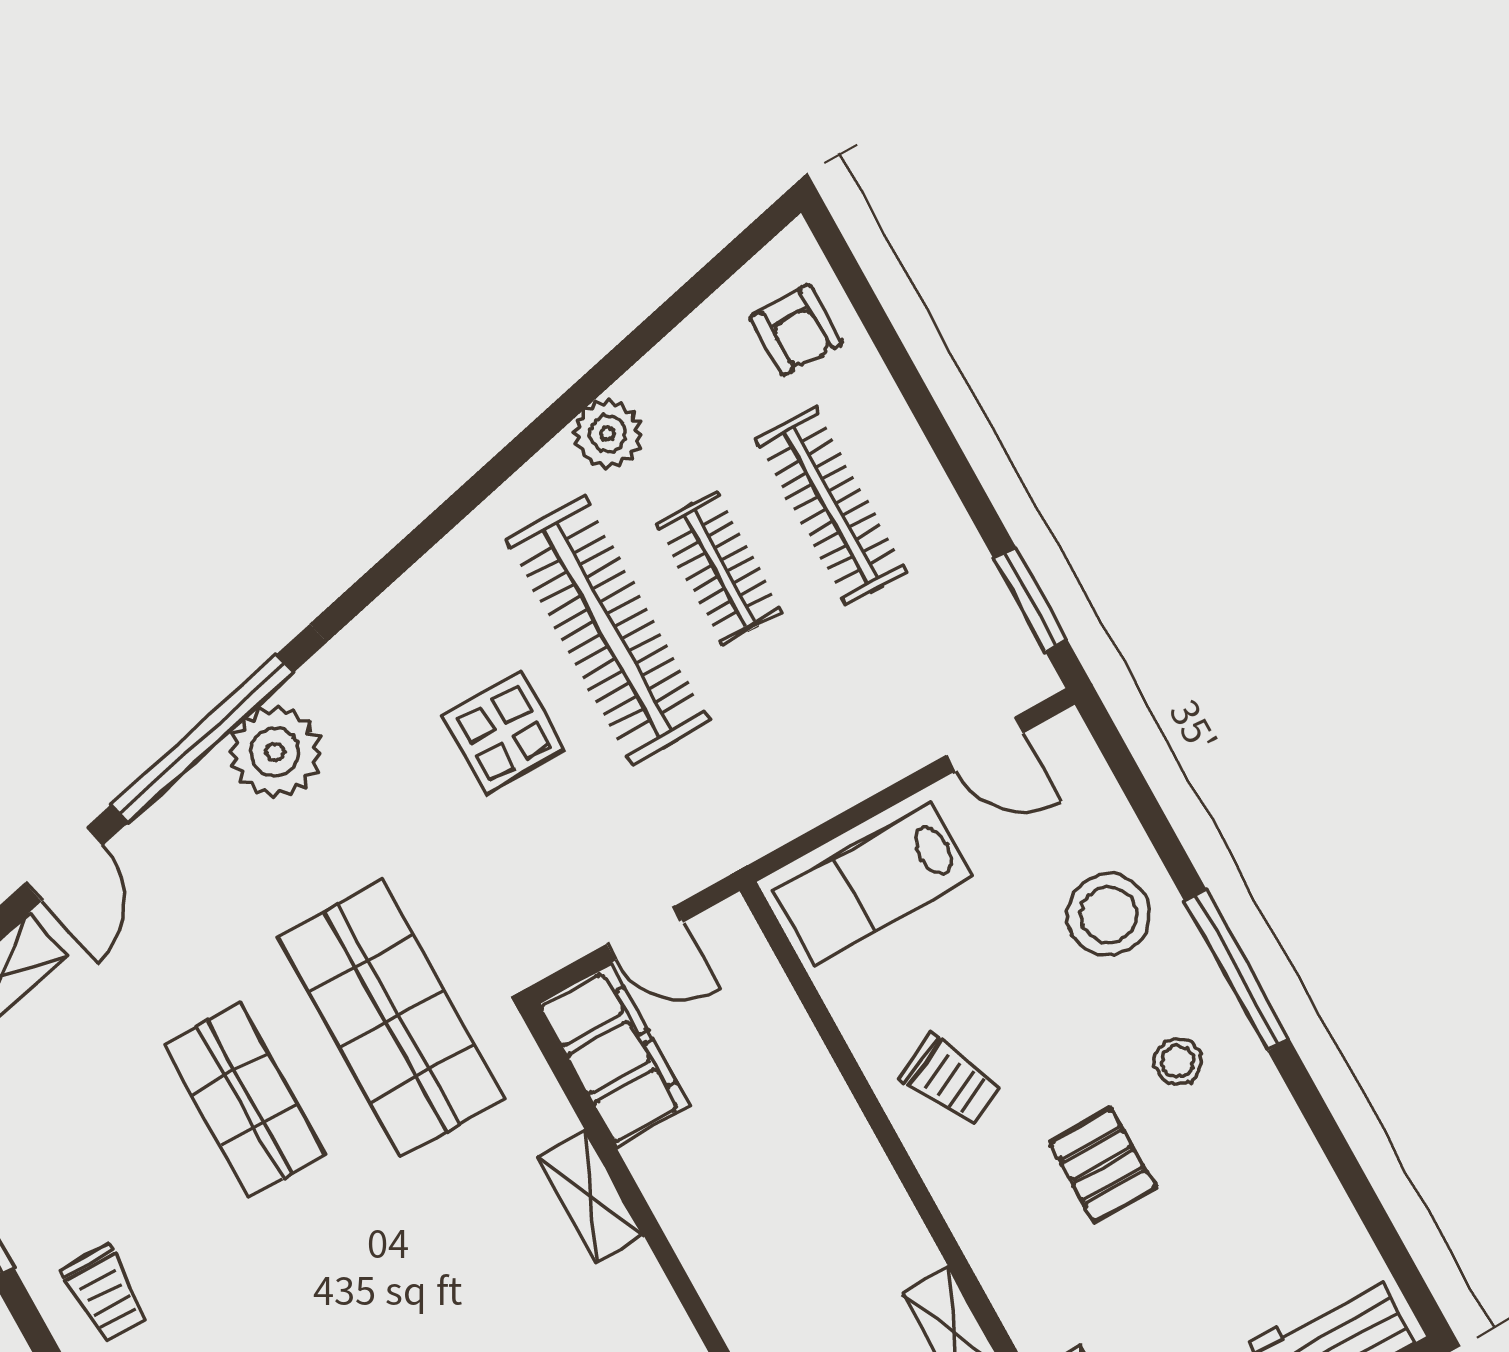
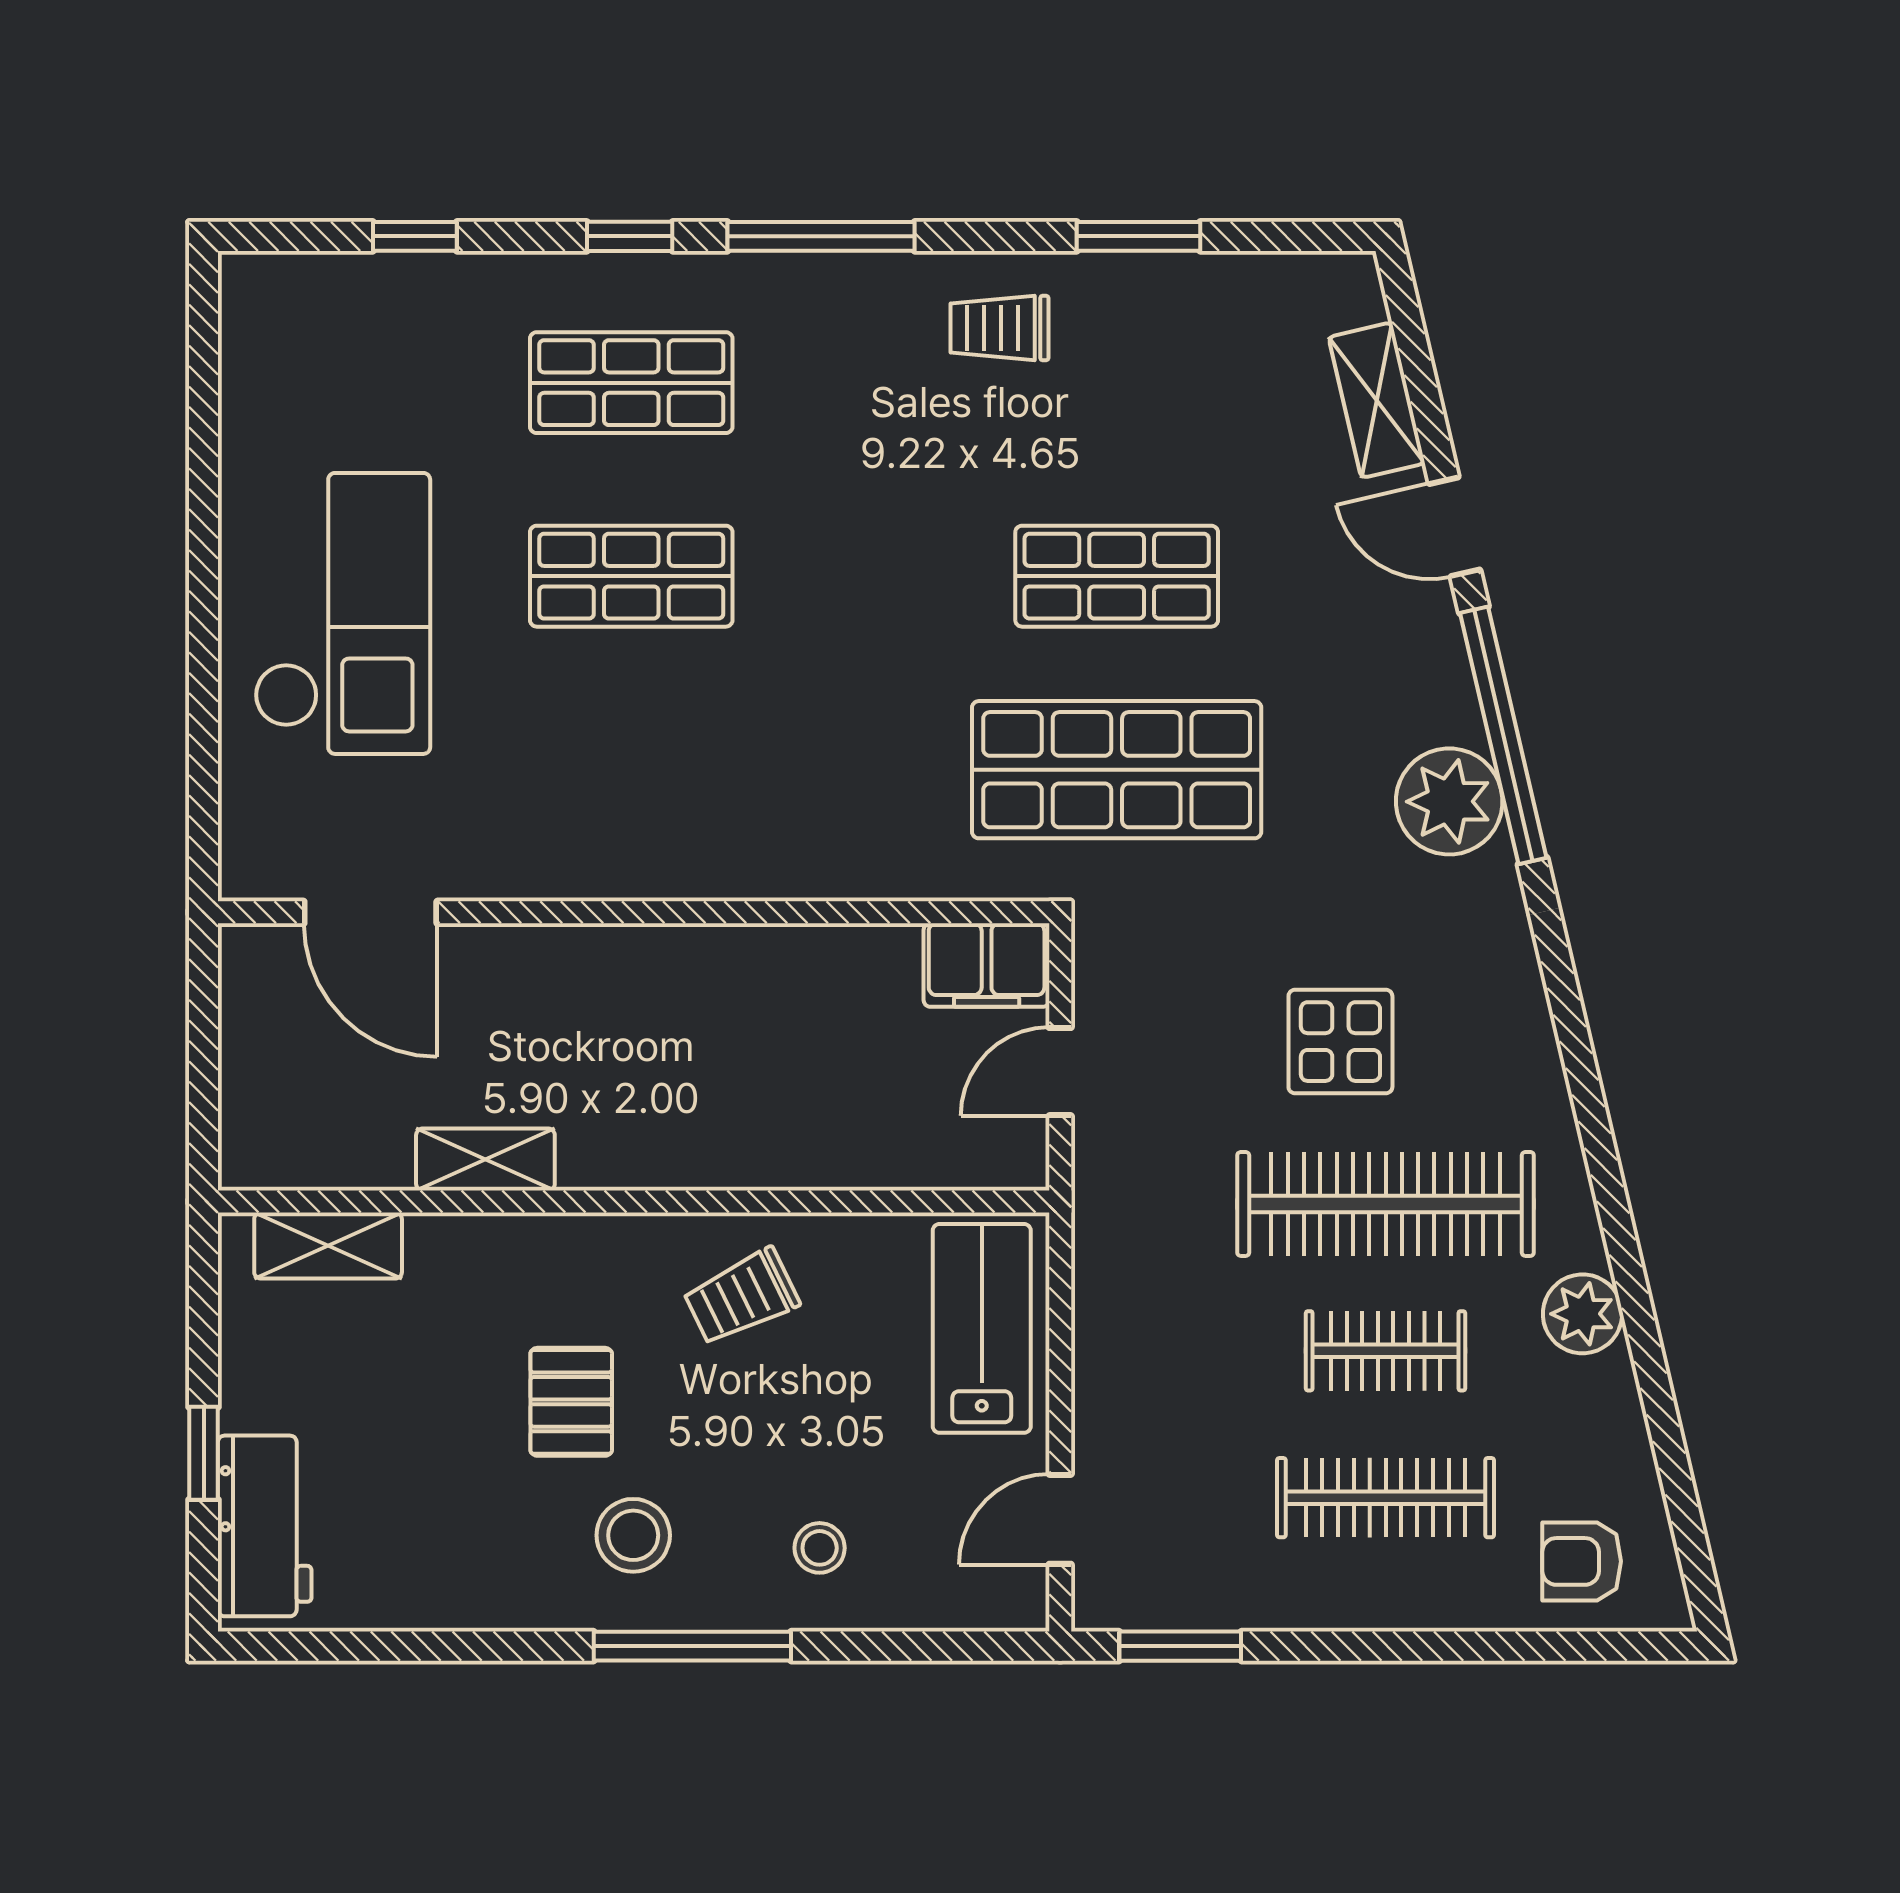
stool: (1108, 915) -> (820, 1548), width x0.53, depth x0.53
filing cabinet: (613, 1055) -> (987, 965), width x0.67, depth x0.86
stool: (1178, 1062) -> (633, 1535), width x1.37, depth x1.37
pallet: (1102, 1165) -> (571, 1402), turned 90
shelving: (591, 1196) -> (826, 870), removed

